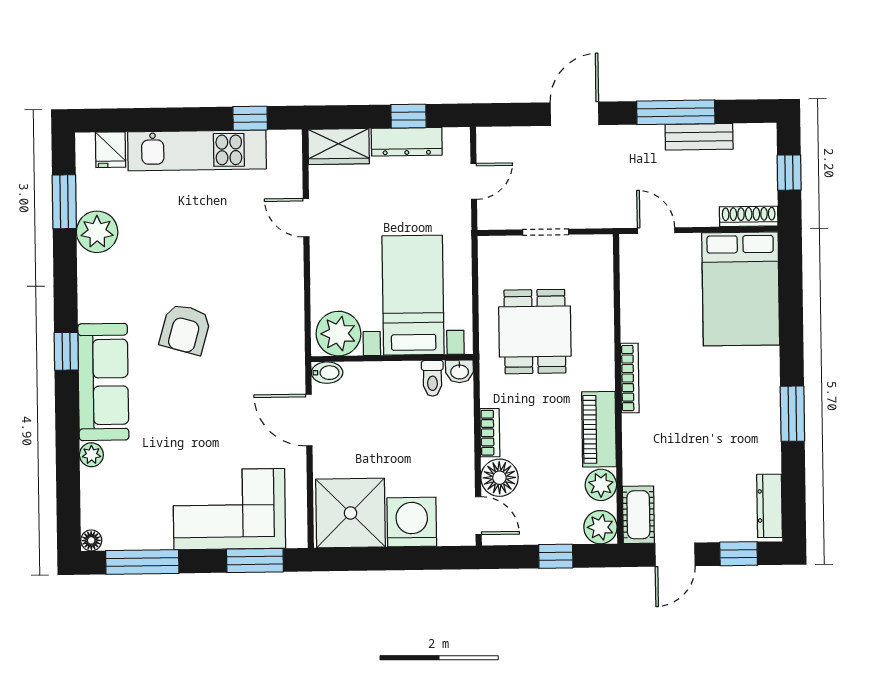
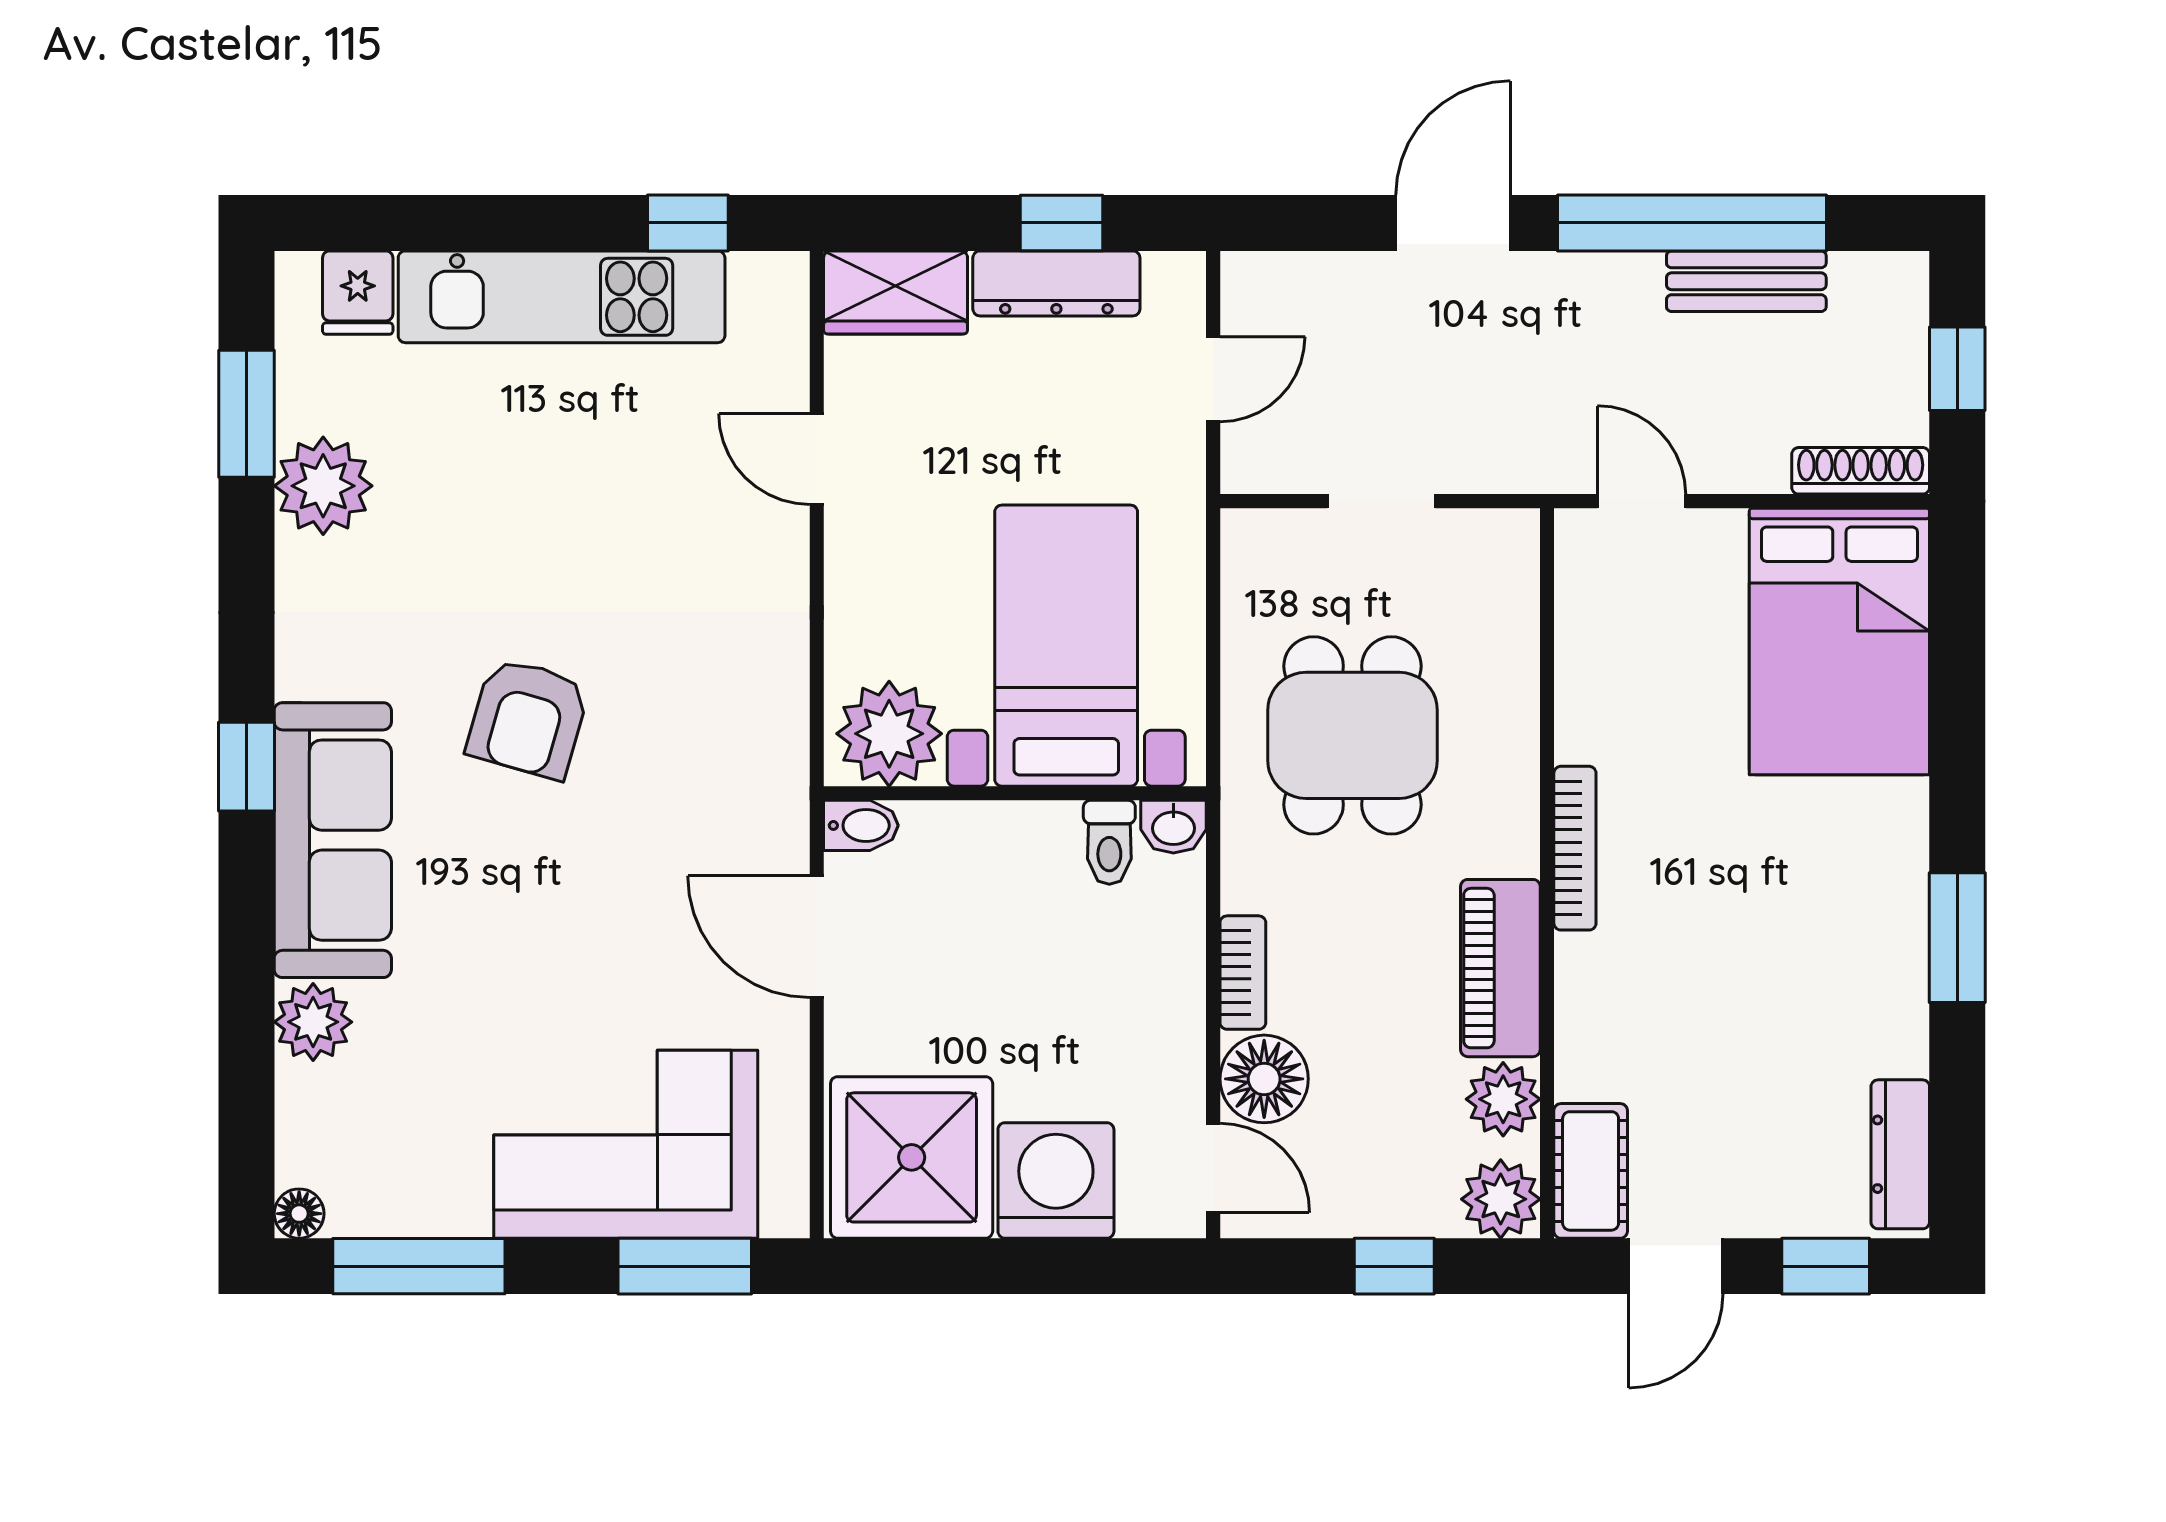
window: (676, 112) -> (1692, 223), width x1.46
plant: (91, 455) -> (313, 1022), width x1.38, depth x1.38

